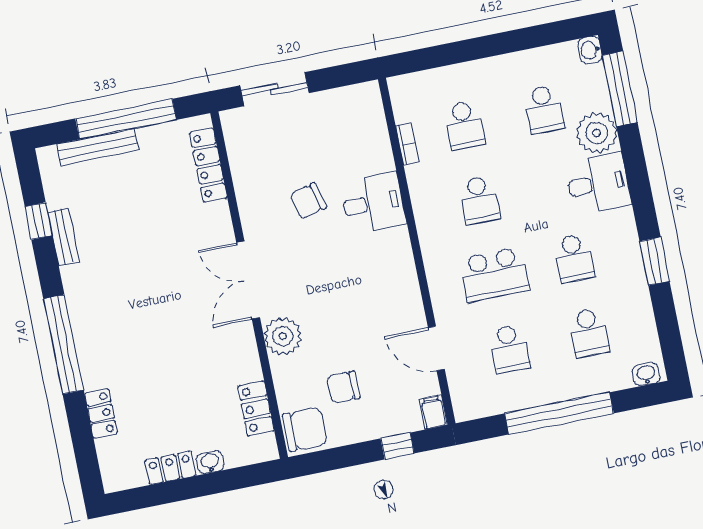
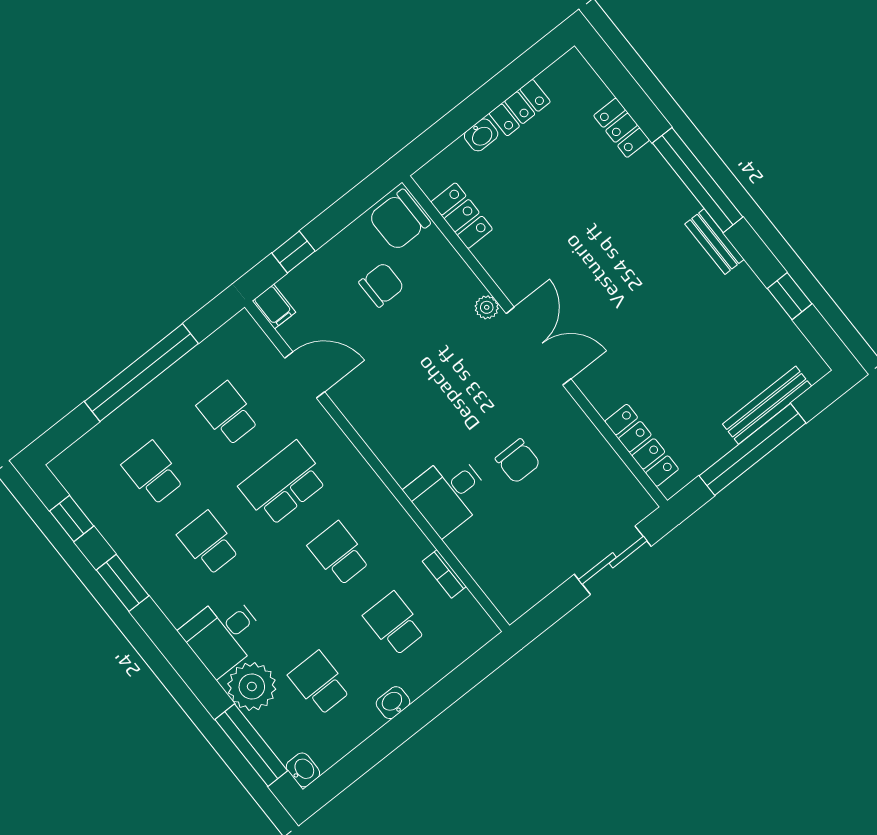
chair: (308, 201) -> (518, 461), turned 104
bench: (63, 237) -> (715, 242), moved
window: (668, 330) -> (72, 519), added
plant: (283, 336) -> (487, 307), width x0.53, depth x0.53
washbasin: (646, 374) -> (393, 703), moved, turned 180

